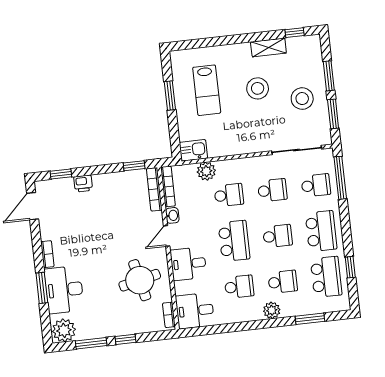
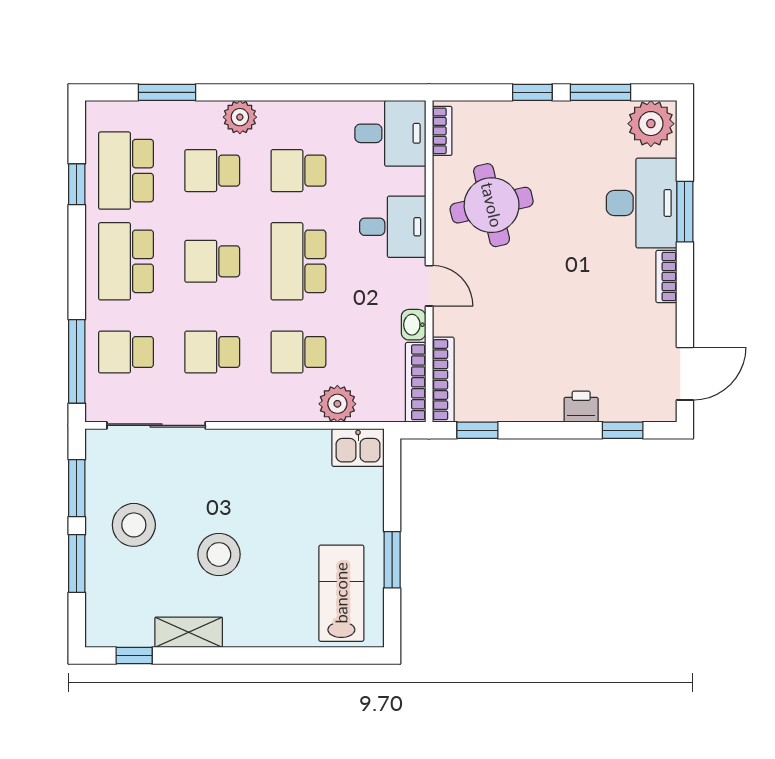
lab bench: (207, 90) -> (341, 593), moved
door: (167, 236) -> (429, 286), hinge flipped

